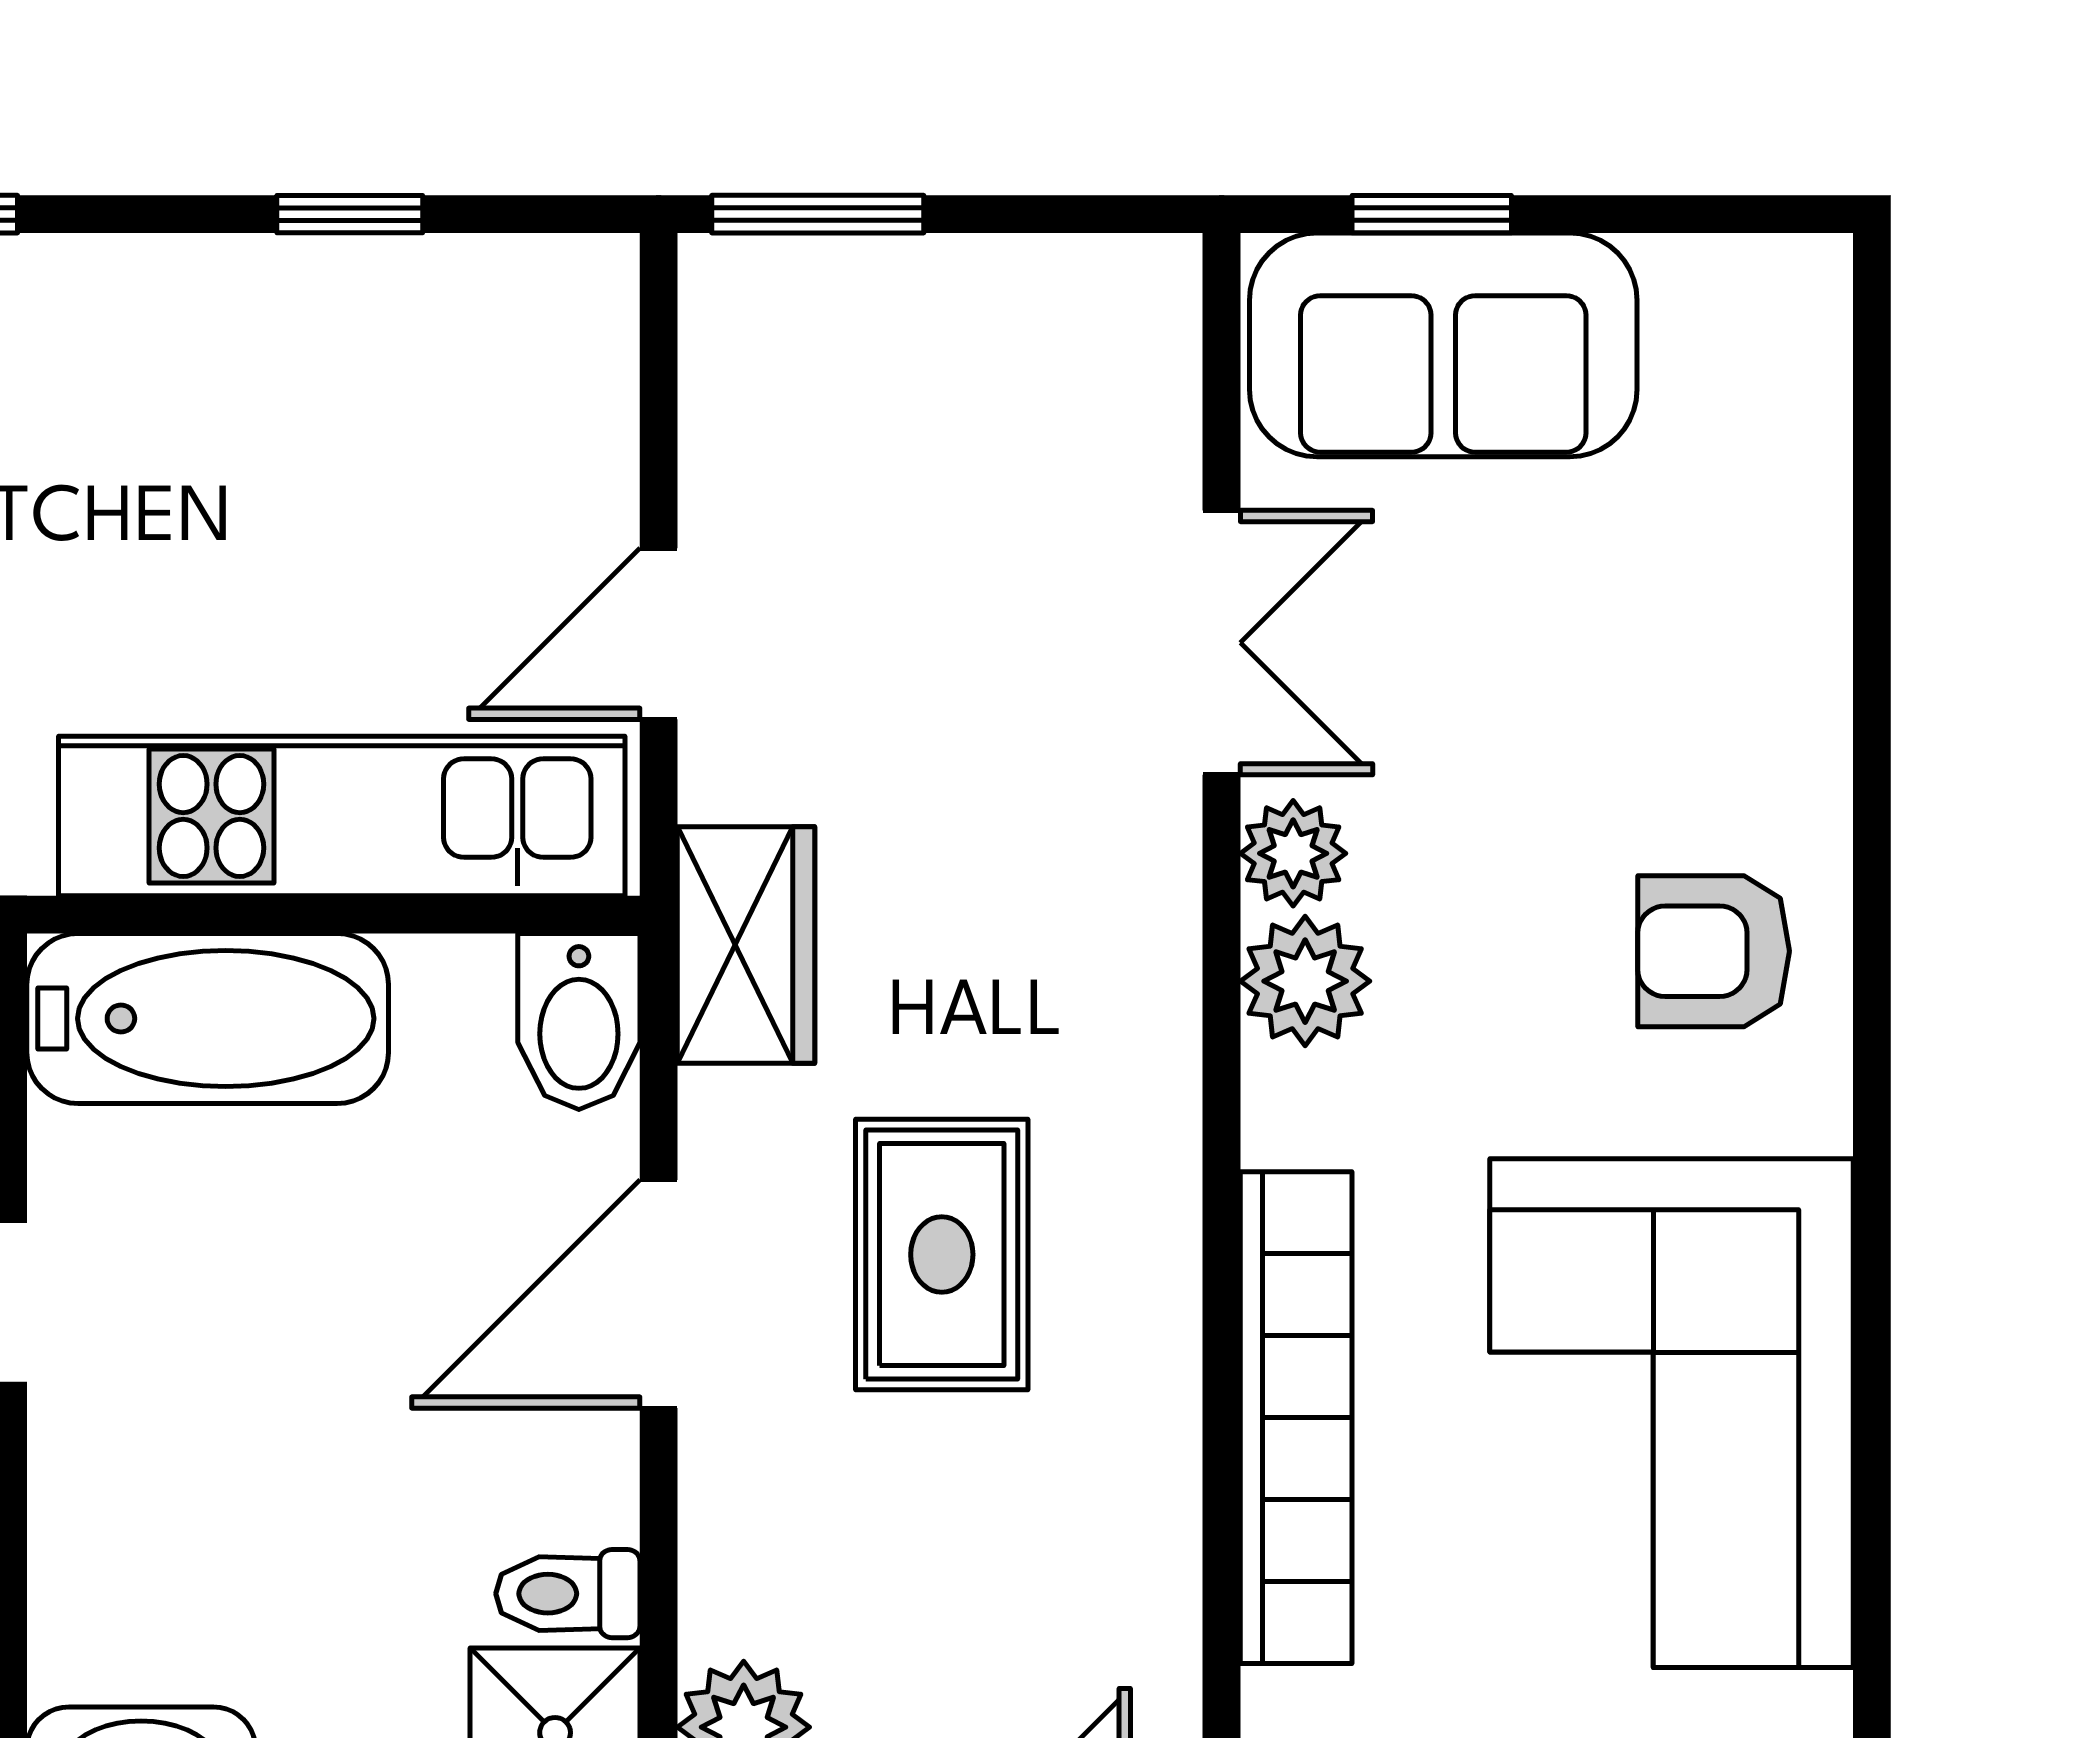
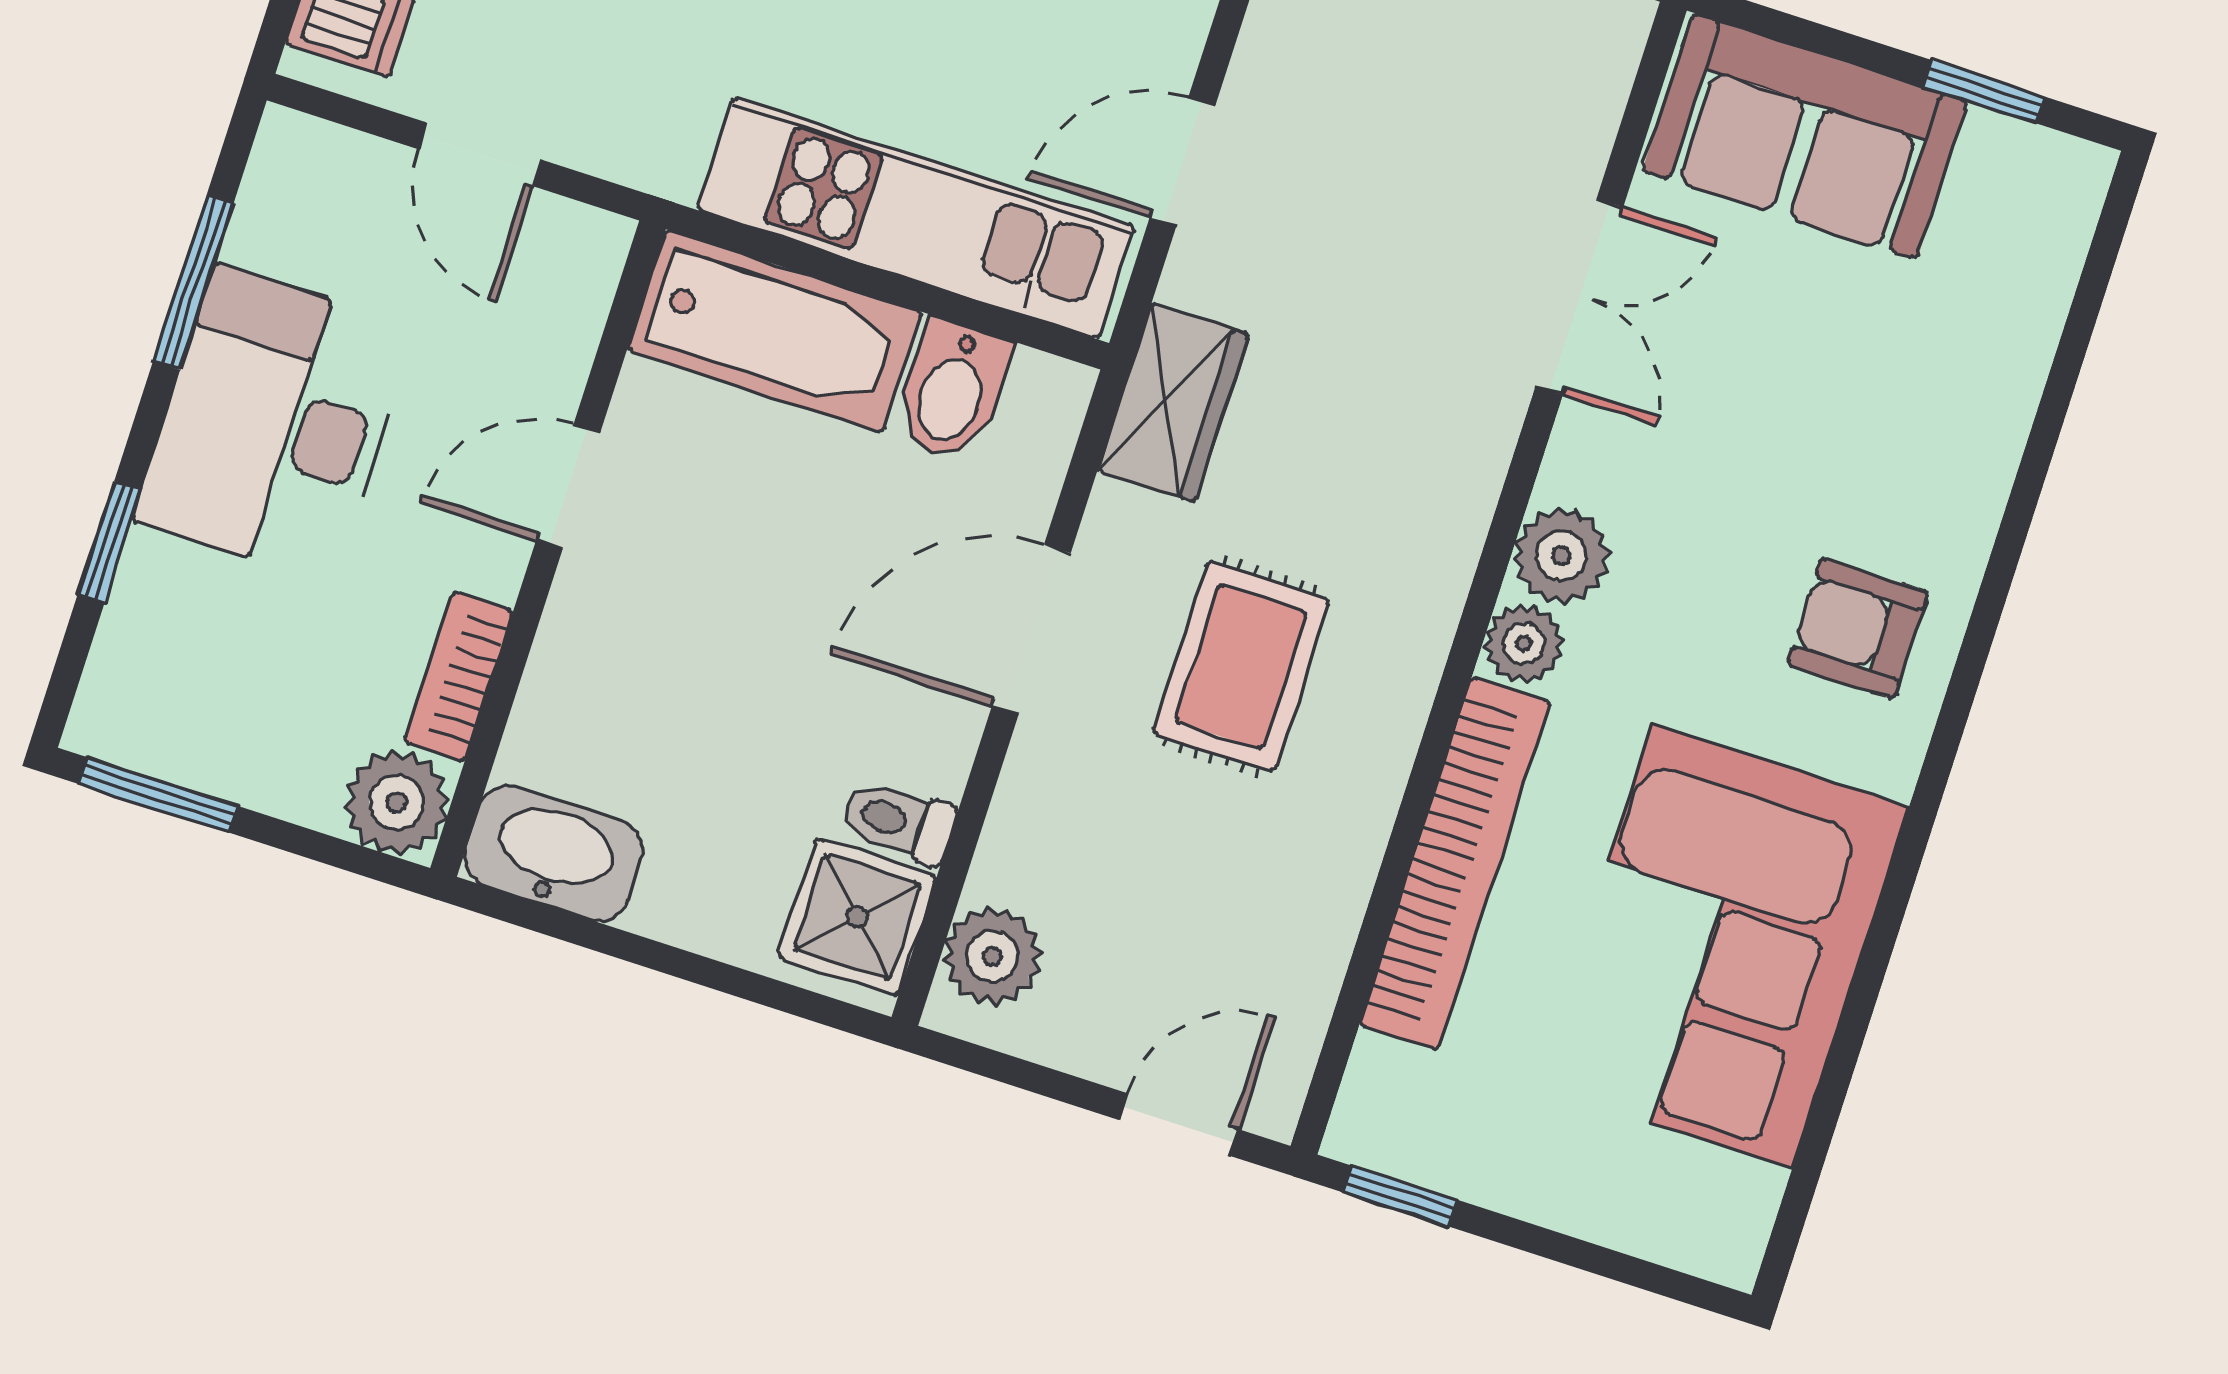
window: (1432, 214) -> (1984, 92), moved
plant: (1293, 853) -> (1524, 644), moved
bidet: (579, 1021) -> (952, 391), moved

